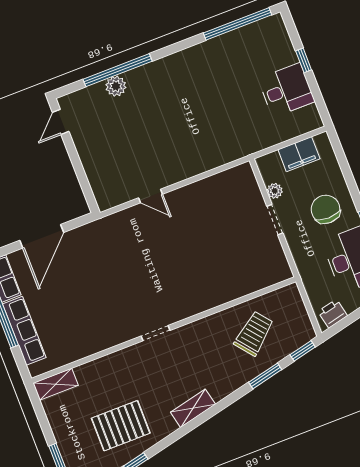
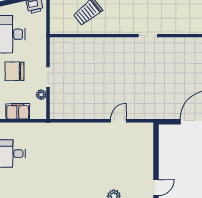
door: (151, 196) -> (119, 121), hinge flipped
chair: (326, 209) -> (14, 71), turned 90

